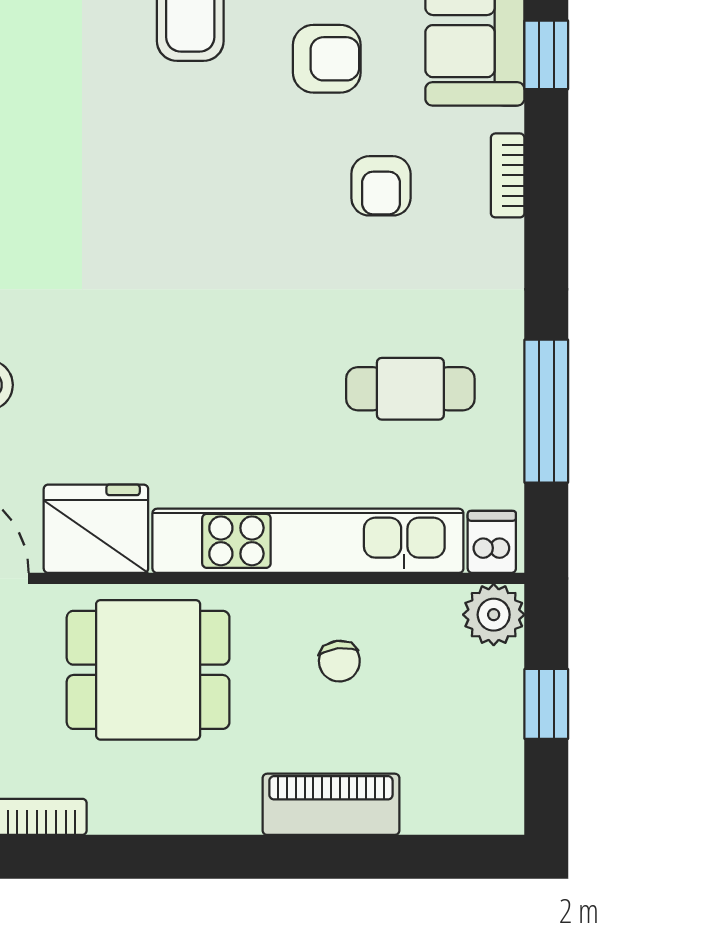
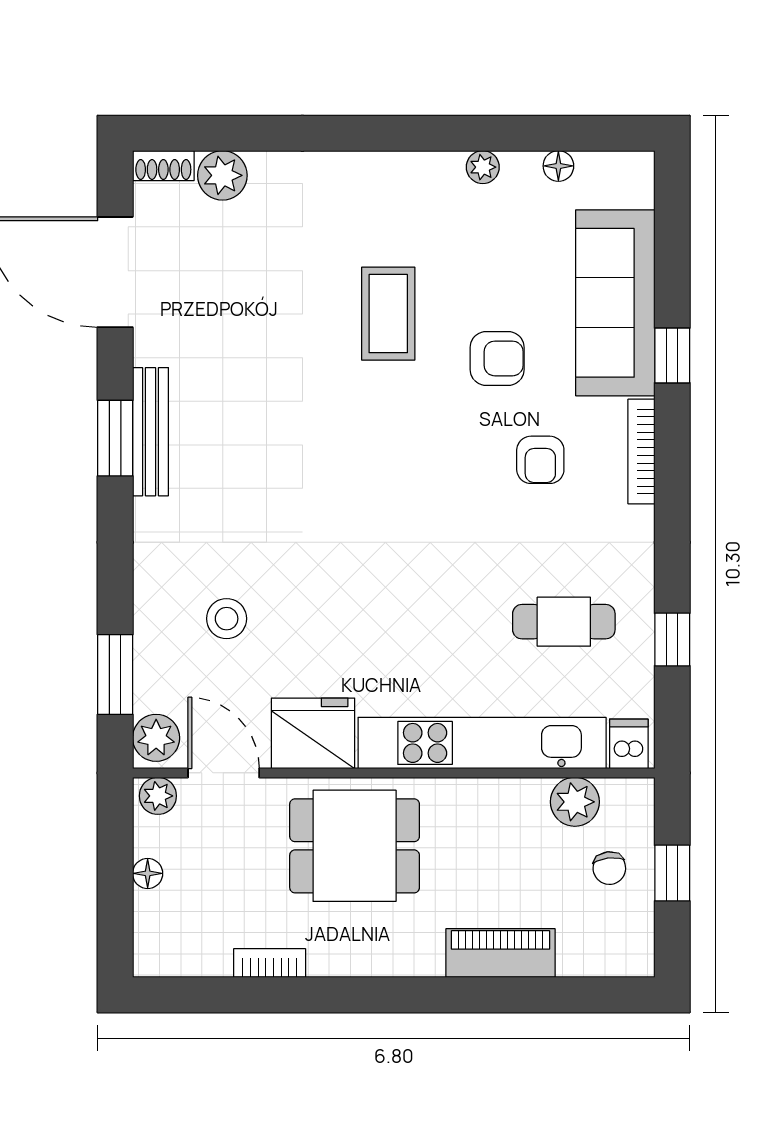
bookcase: (508, 175) -> (641, 452), width x1.56
window: (546, 411) -> (672, 639), width x0.46
plant: (494, 615) -> (575, 802), moved
chair: (339, 661) -> (609, 868), moved

